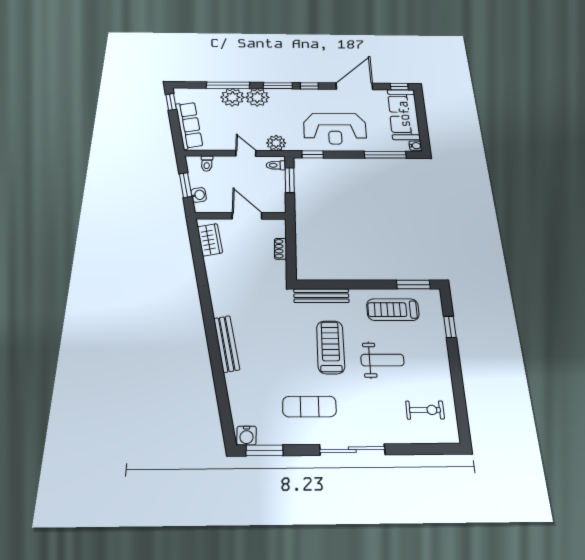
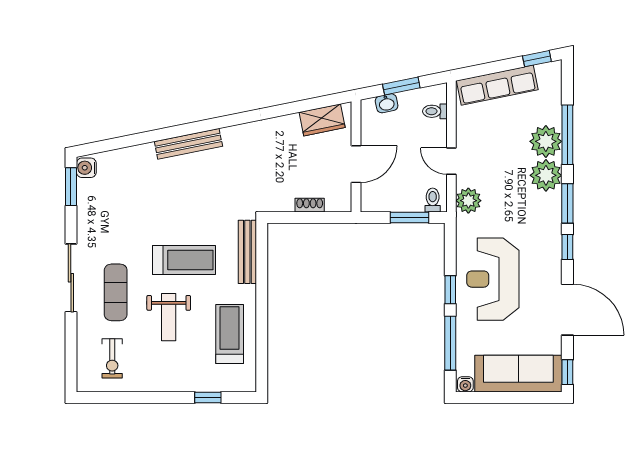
door: (246, 153) -> (451, 161), swing flipped
window: (313, 154) -> (450, 290), moved
window: (413, 285) -> (262, 361), removed
exercise mat: (309, 407) -> (116, 292), moved

